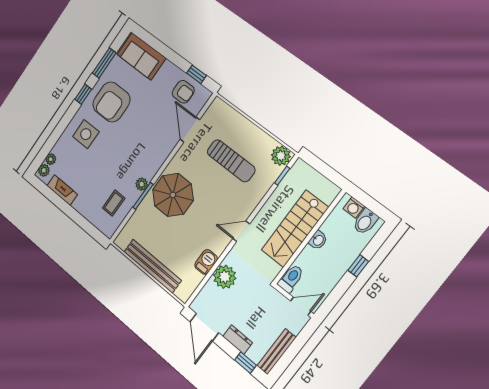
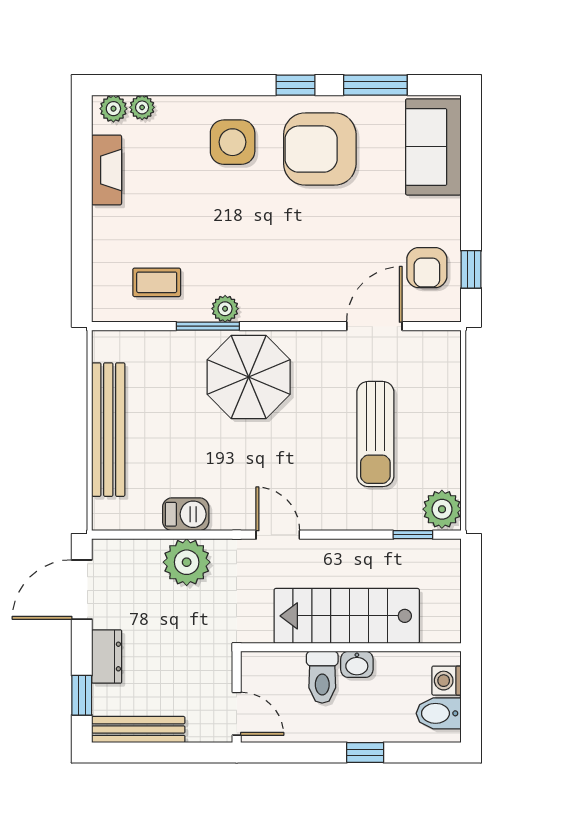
toilet: (291, 278) -> (322, 677), moved, turned 90

